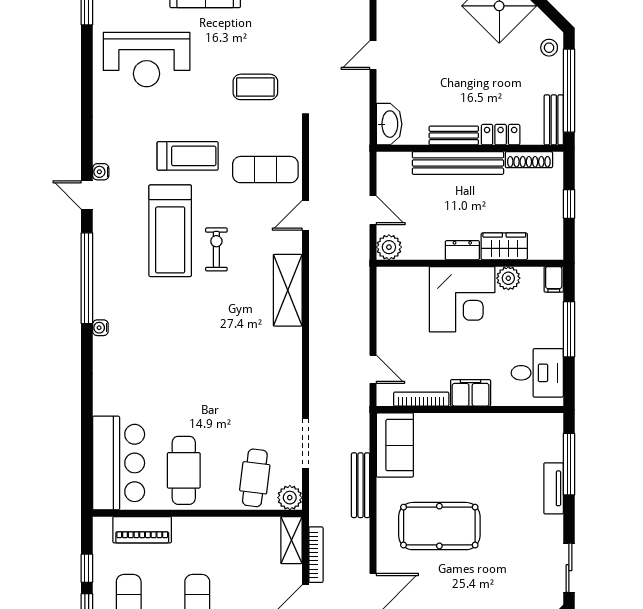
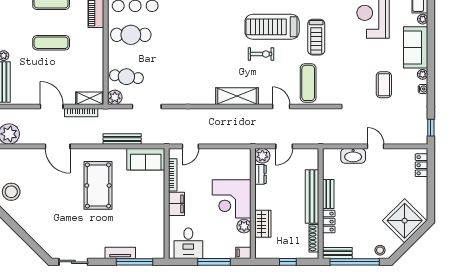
coffee table: (255, 87) -> (384, 85), moved
washbasin: (389, 124) -> (353, 156), moved
dresser: (462, 250) -> (261, 174), moved

